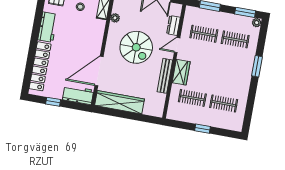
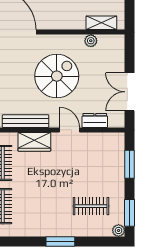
clothes rail: (204, 34) -> (91, 163), removed
clothes rail: (235, 39) -> (91, 206), turned 90
spiral stairs: (136, 47) -> (57, 76), turned 180

